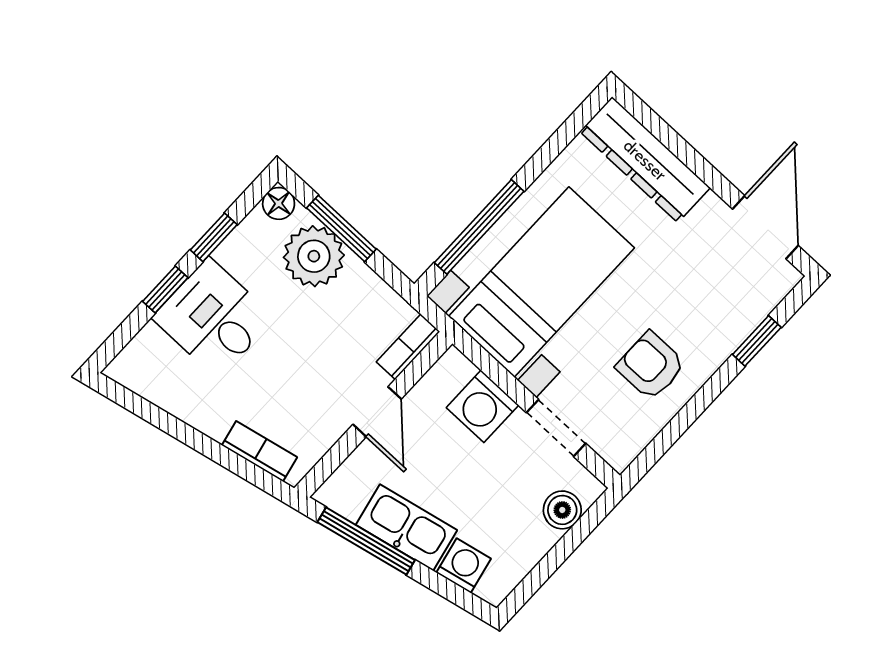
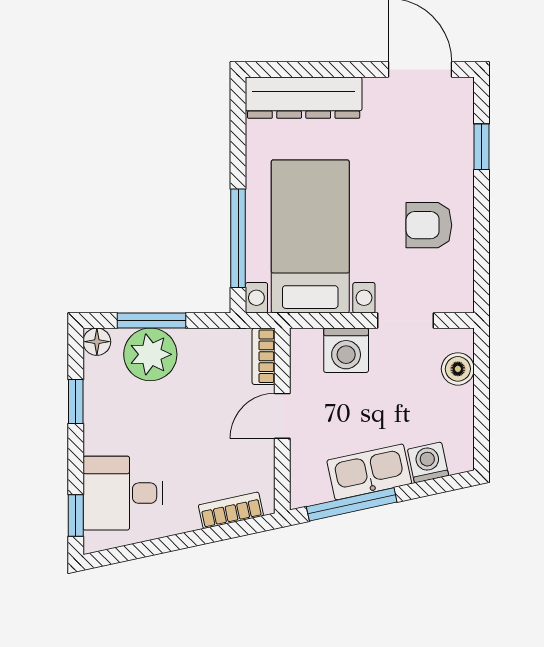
window: (165, 289) -> (76, 515), moved
desk: (213, 318) -> (123, 493), moved
door: (377, 412) -> (282, 416), swing flipped

